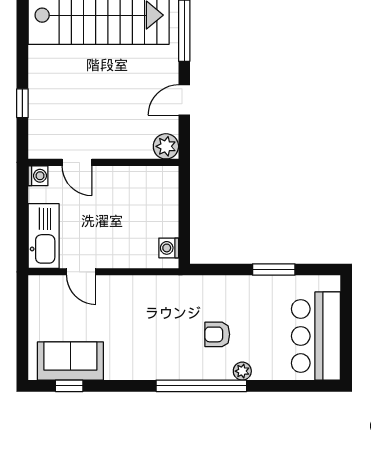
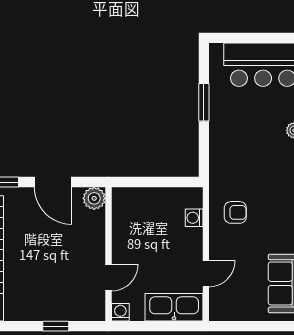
door: (184, 100) -> (53, 182), width x1.38
washing machine: (169, 248) -> (194, 218), moved, turned 90
armchair: (217, 334) -> (235, 212), moved, turned -90

